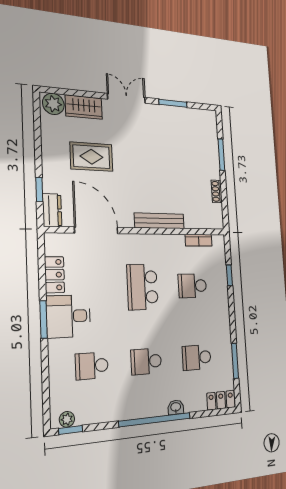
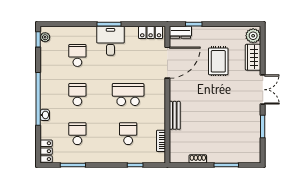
bench: (159, 221) -> (175, 115), width x0.73
locker: (54, 275) -> (151, 32), moved

